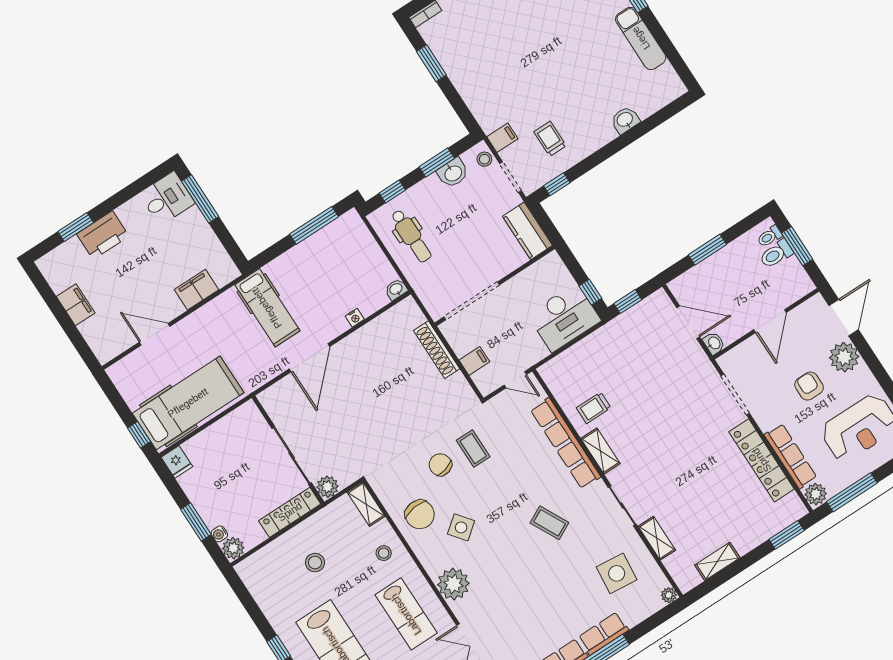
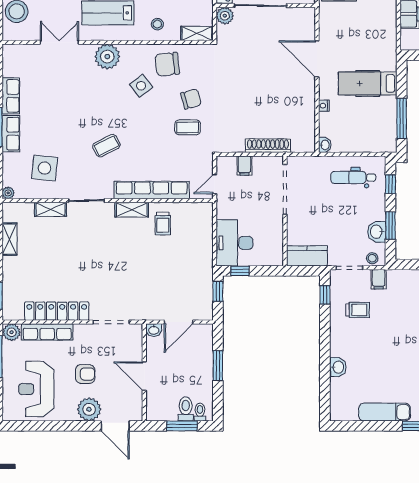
hospital bed: (267, 308) -> (368, 83), moved
trolley: (594, 408) -> (163, 224), turned 180

